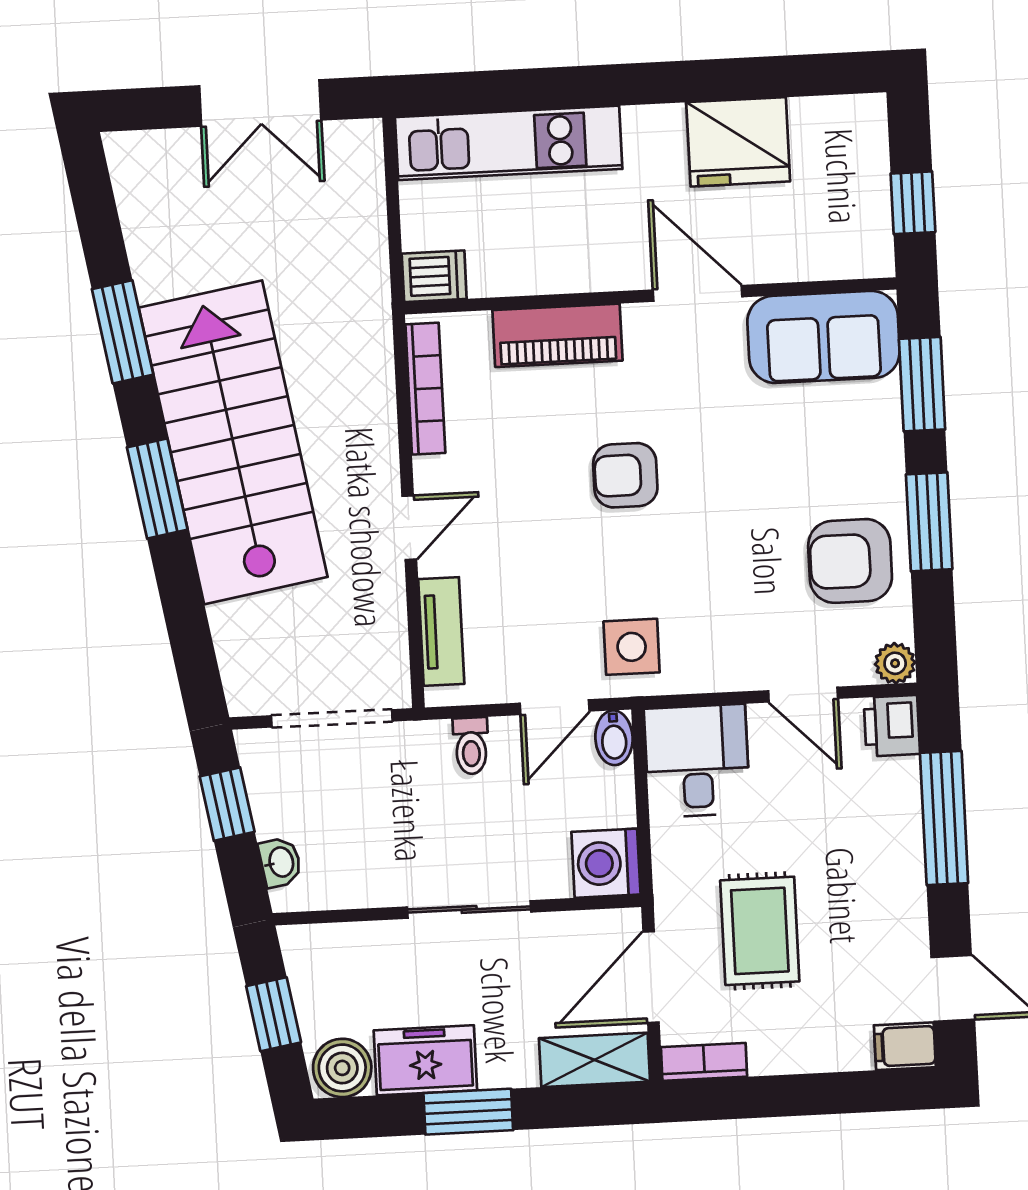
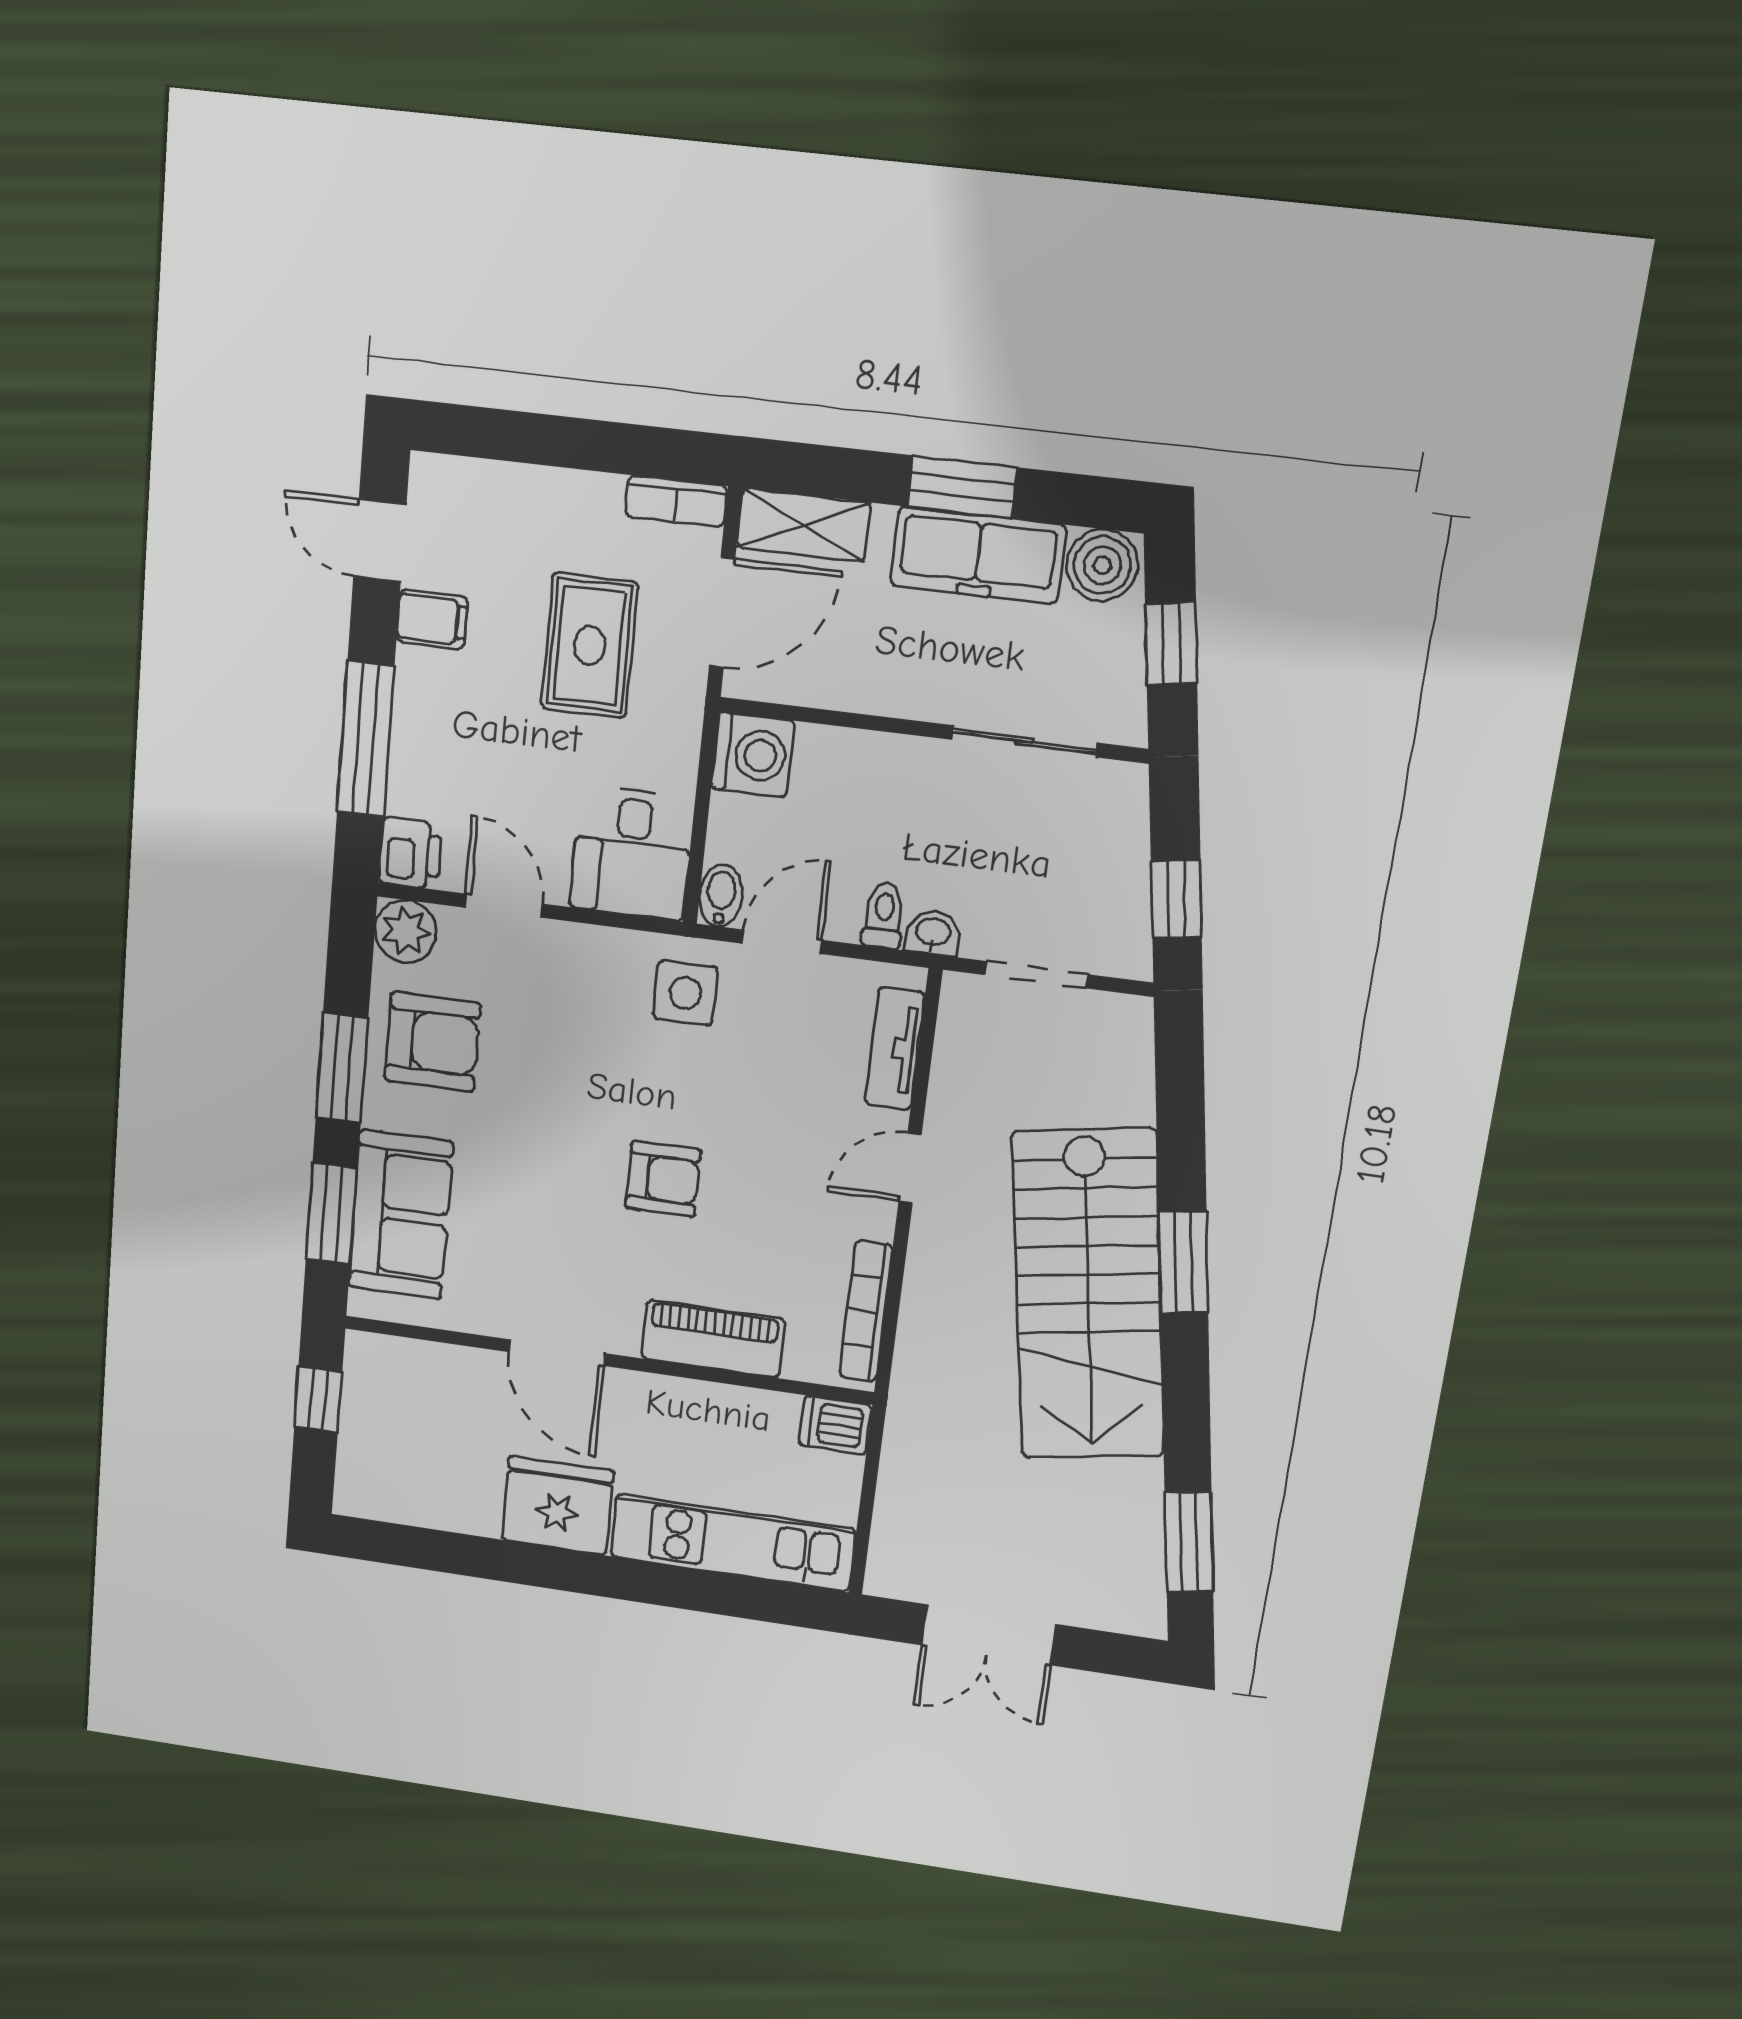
double door: (260, 103) -> (989, 1635), swing flipped
fridge: (738, 142) -> (558, 1506), moved
window: (123, 332) -> (1189, 1542), moved
sofa: (823, 337) -> (401, 1215), moved, turned 90
plant: (895, 663) -> (406, 931), width x1.38, depth x1.38
doorway: (332, 718) -> (1036, 975), width x0.73
washbasin: (280, 862) -> (933, 933), moved, turned 100
sliding door: (469, 909) -> (1024, 741), moved
filing cabinet: (905, 1046) -> (432, 619), moved
freezer: (425, 1060) -> (978, 555), width x1.40

